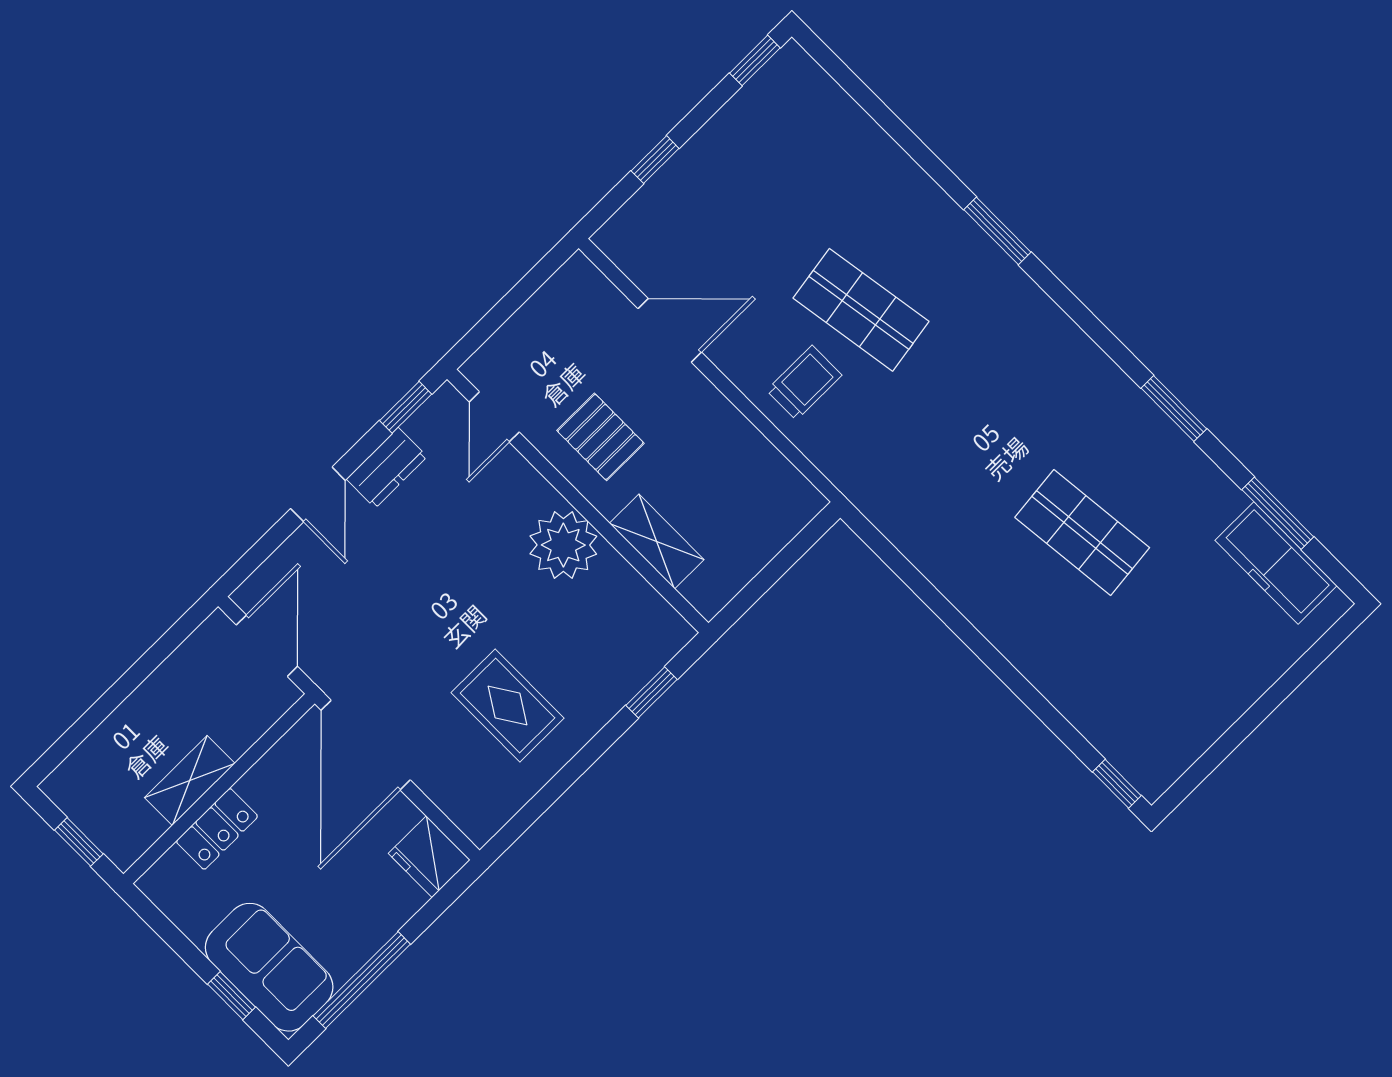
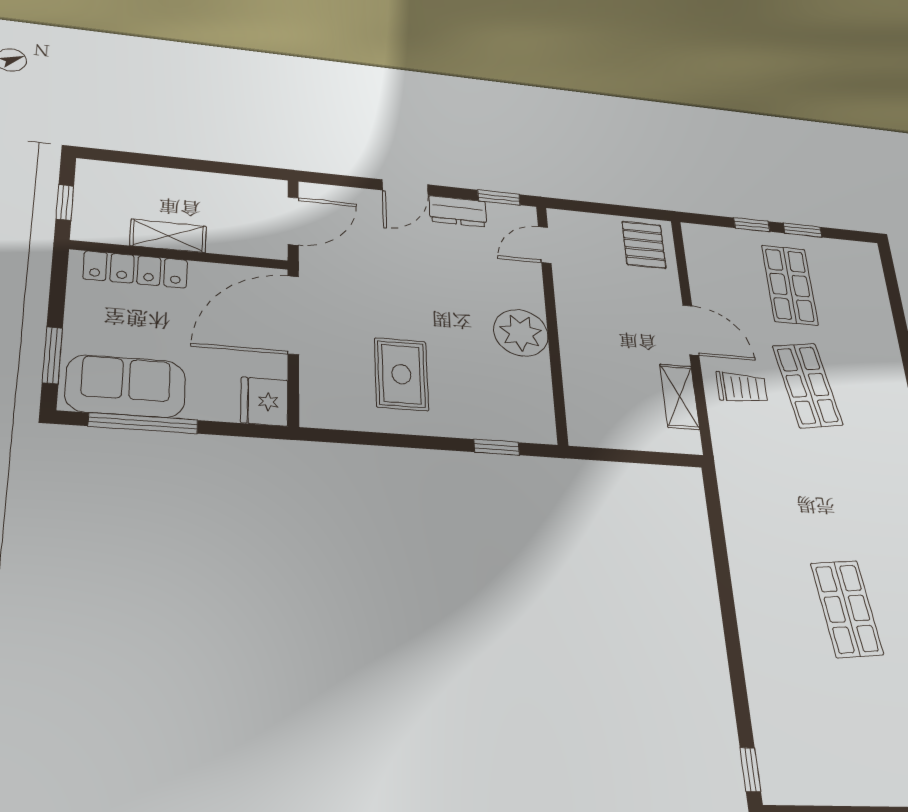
window: (755, 60) -> (803, 230), moved
shop shelf: (750, 198) -> (790, 285), added
door: (670, 330) -> (691, 330), moved
pallet: (600, 437) -> (644, 245), moved
shelving: (657, 541) -> (680, 397), moved
locker: (217, 829) -> (136, 270), width x1.53
sofa: (269, 967) -> (126, 386), moved, turned -90
window: (231, 996) -> (52, 355), width x1.50

